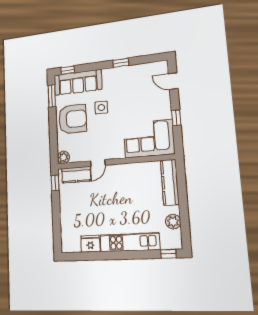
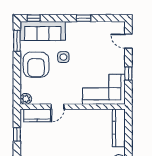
armchair: (73, 119) -> (36, 65), turned 90
window: (55, 183) -> (17, 134), moved

